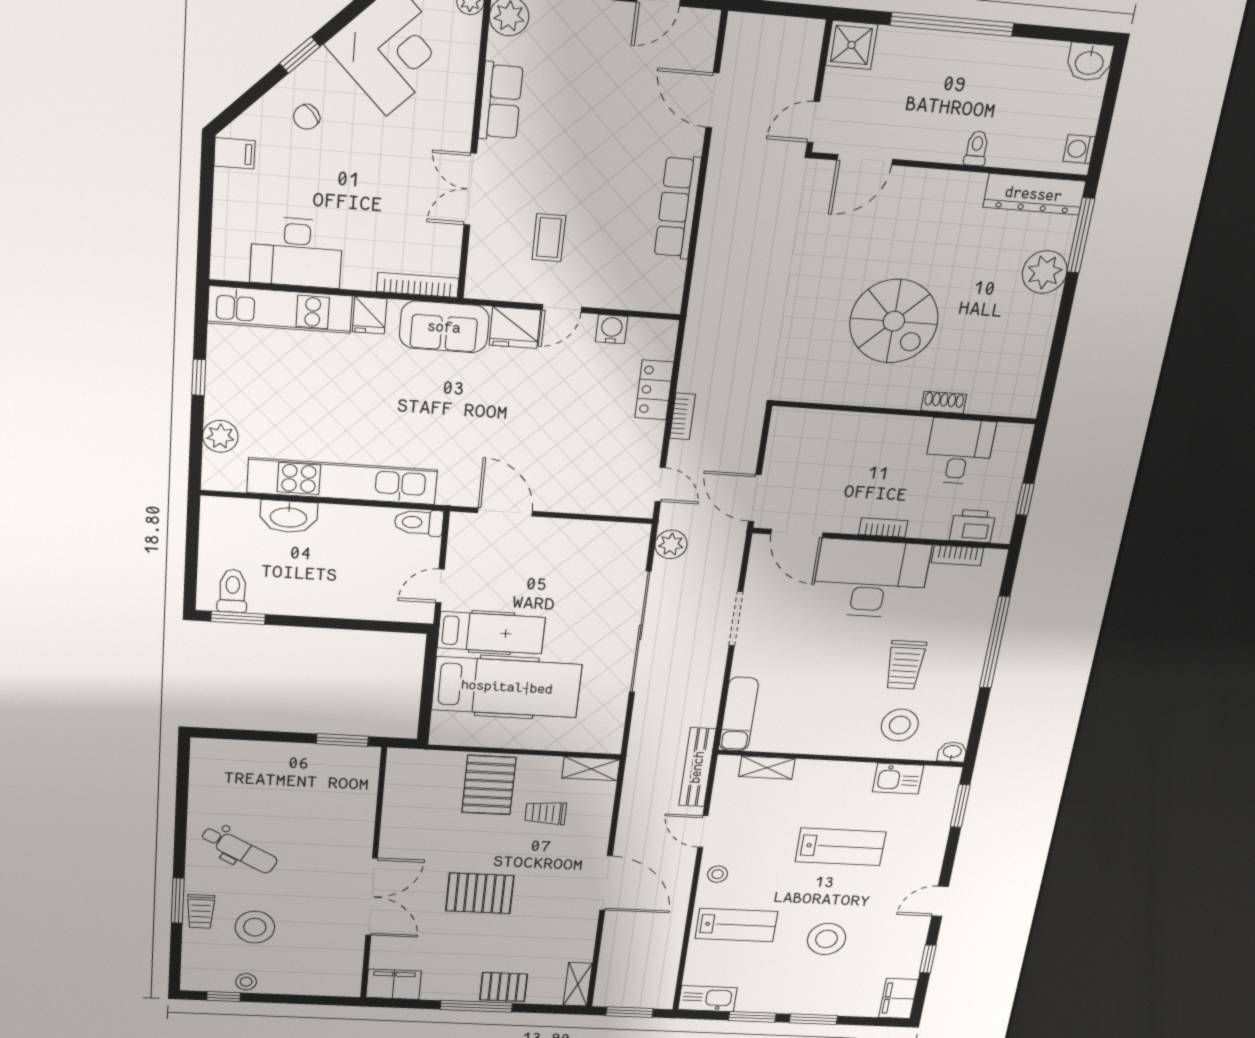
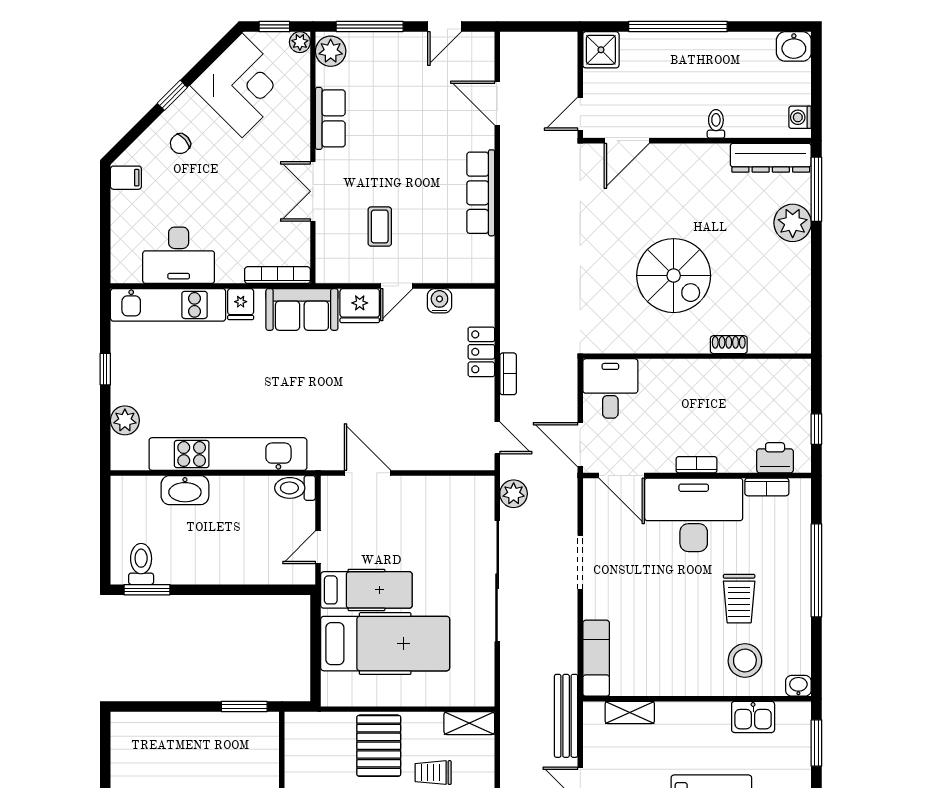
desk: (959, 451) -> (610, 388), moved

